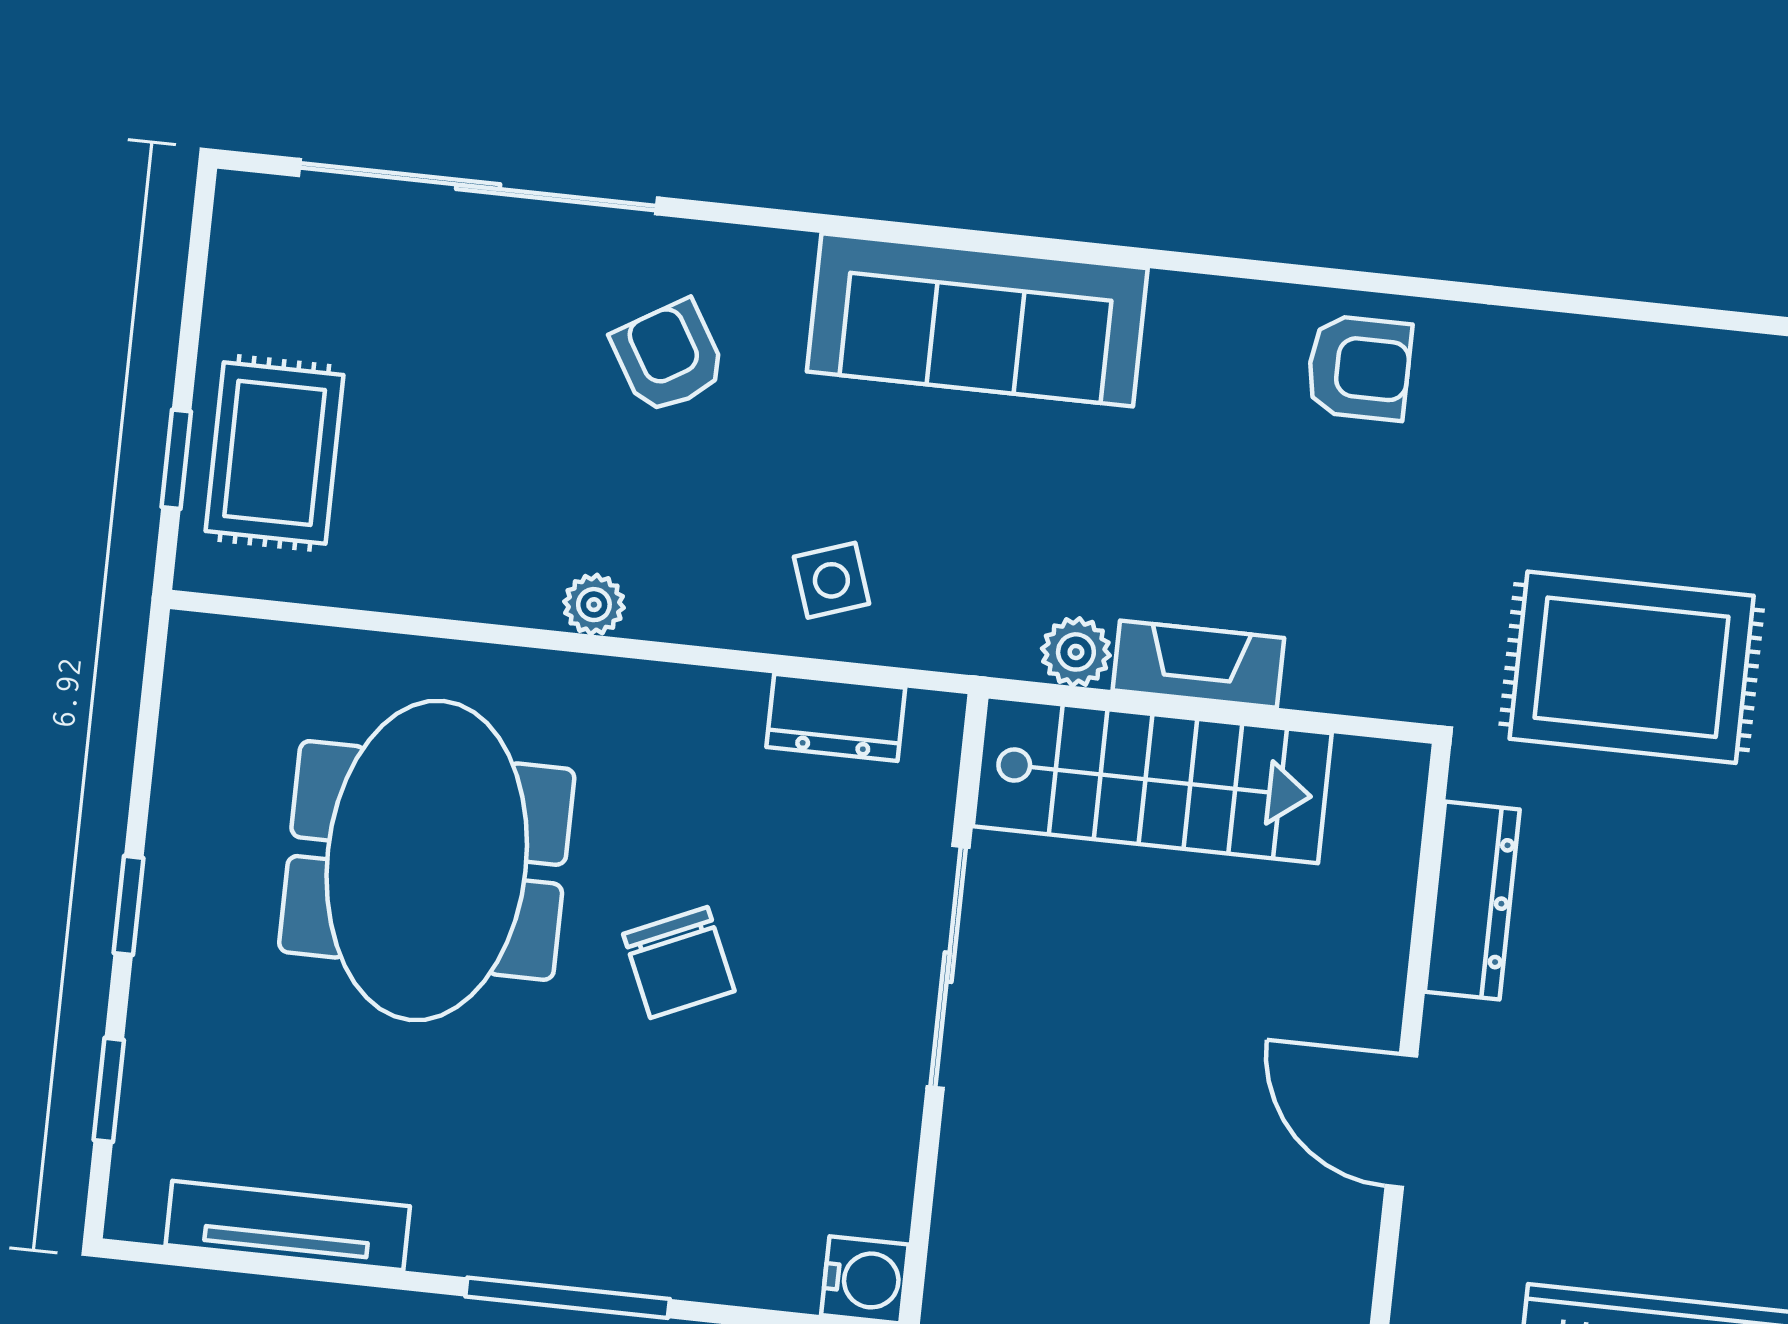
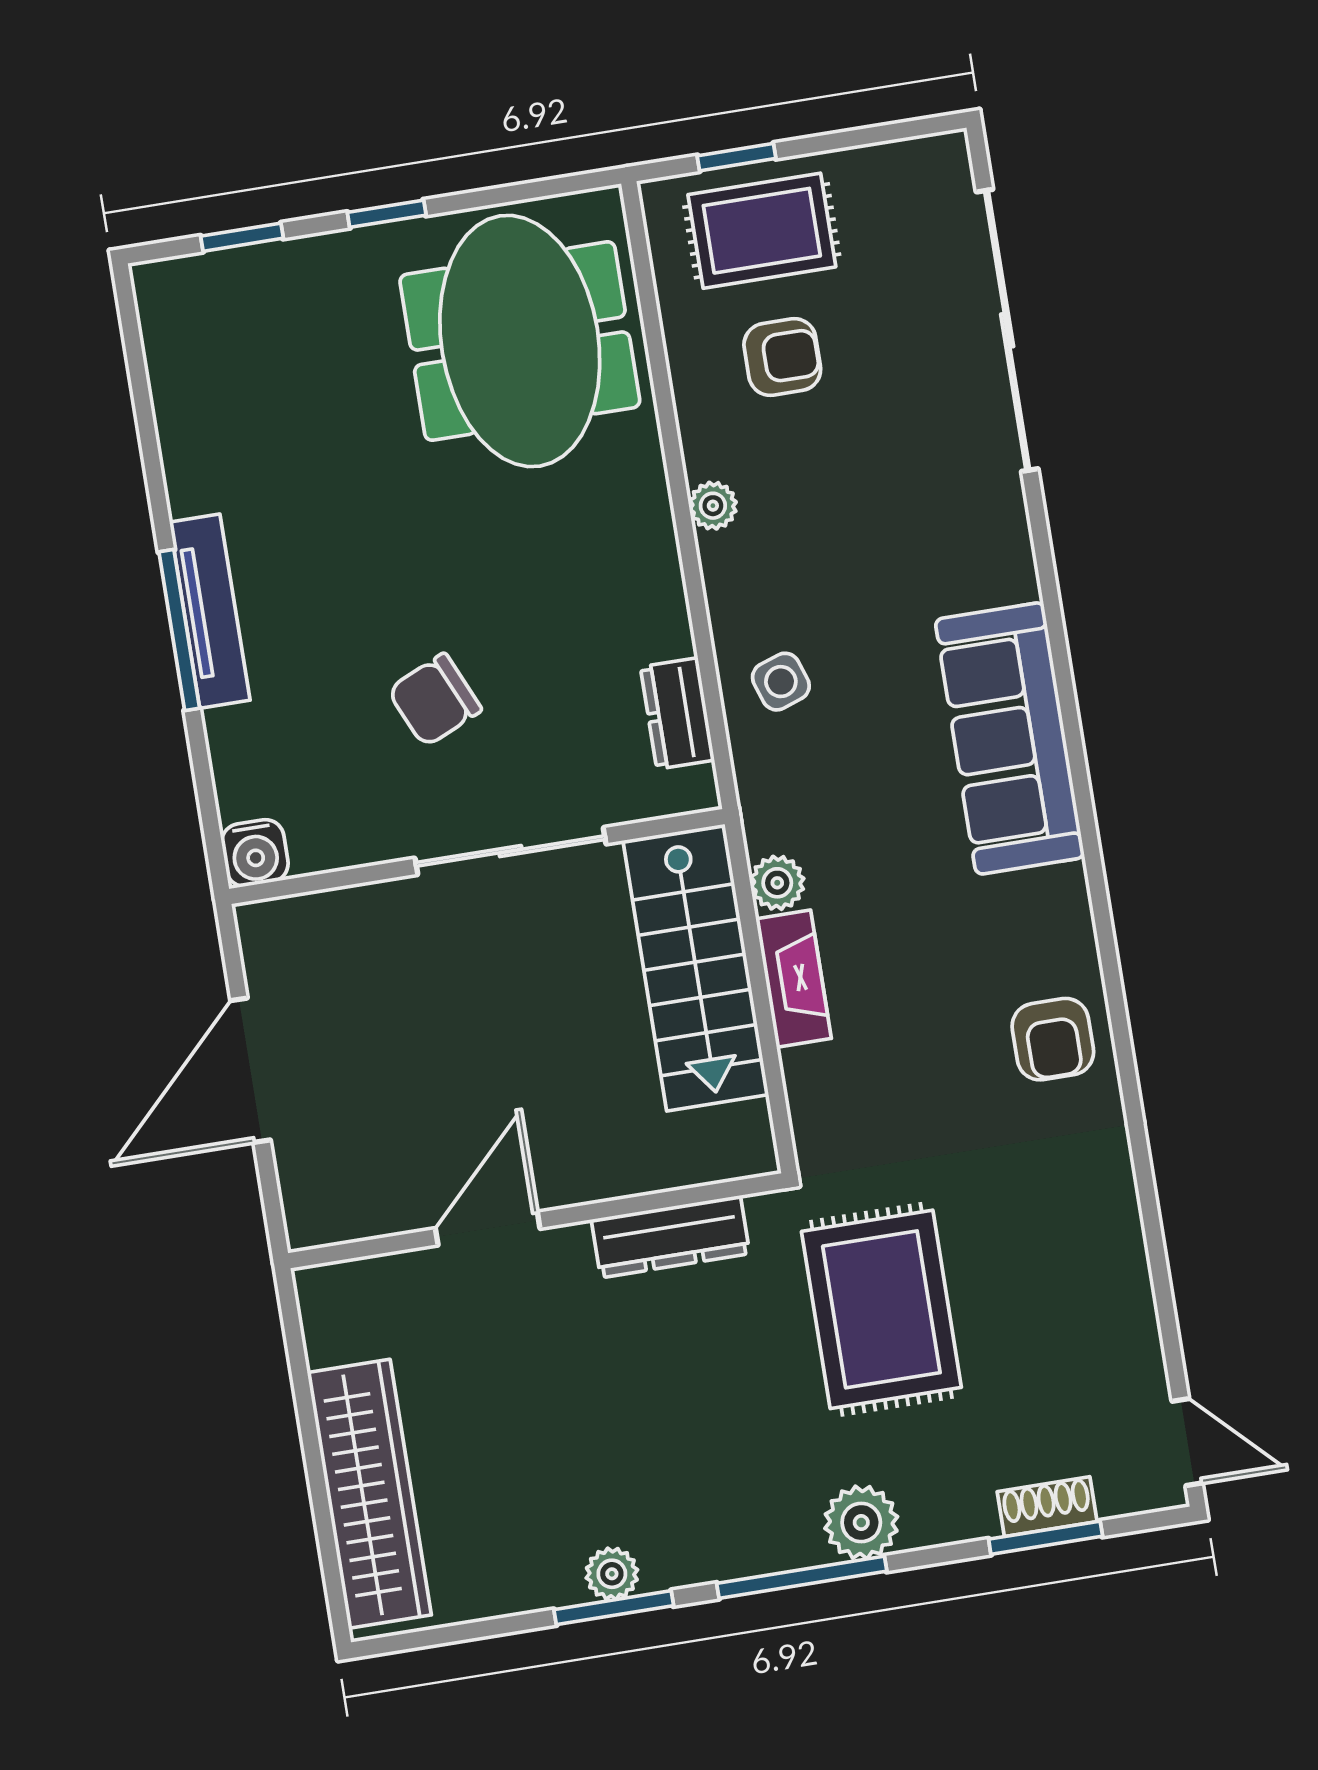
armchair: (669, 357) -> (782, 357), moved, turned 31
meeting table: (427, 860) -> (520, 341), moved, turned 90
chair: (679, 962) -> (435, 700), moved
tv unit: (288, 1226) -> (210, 611), moved

